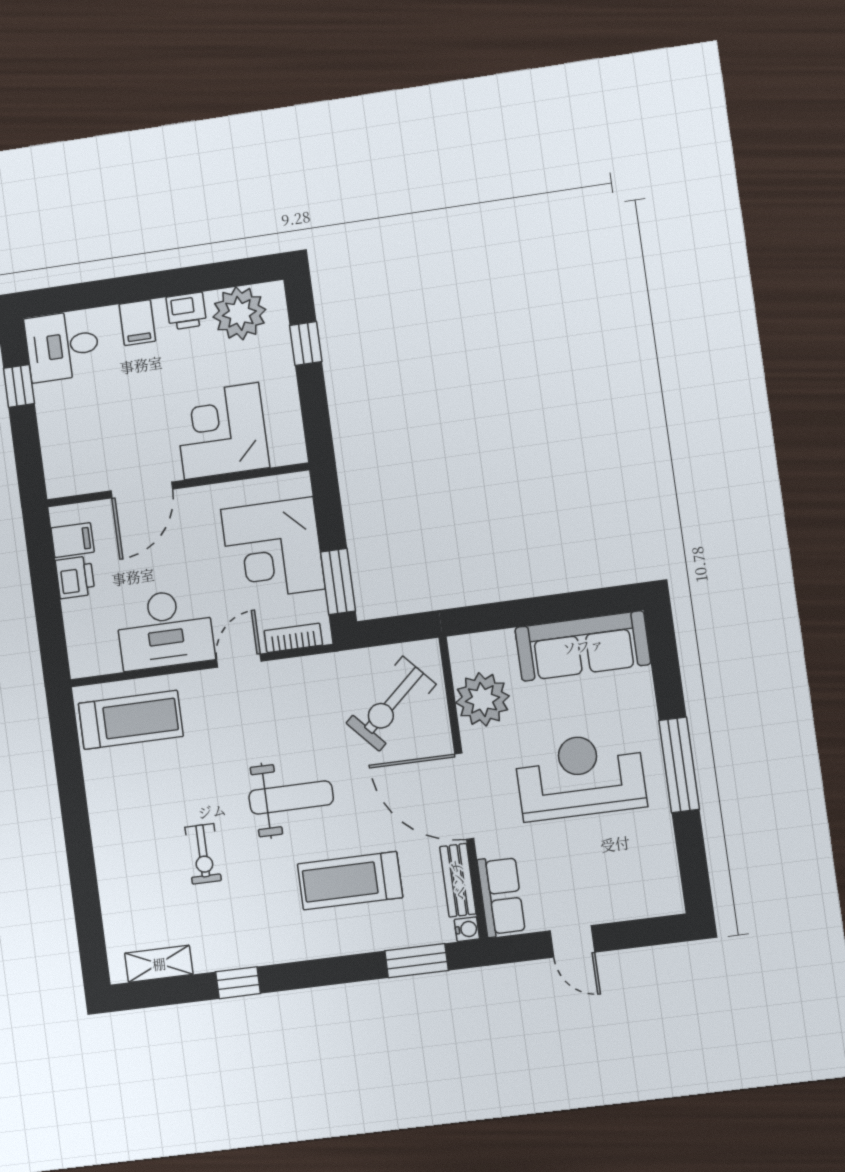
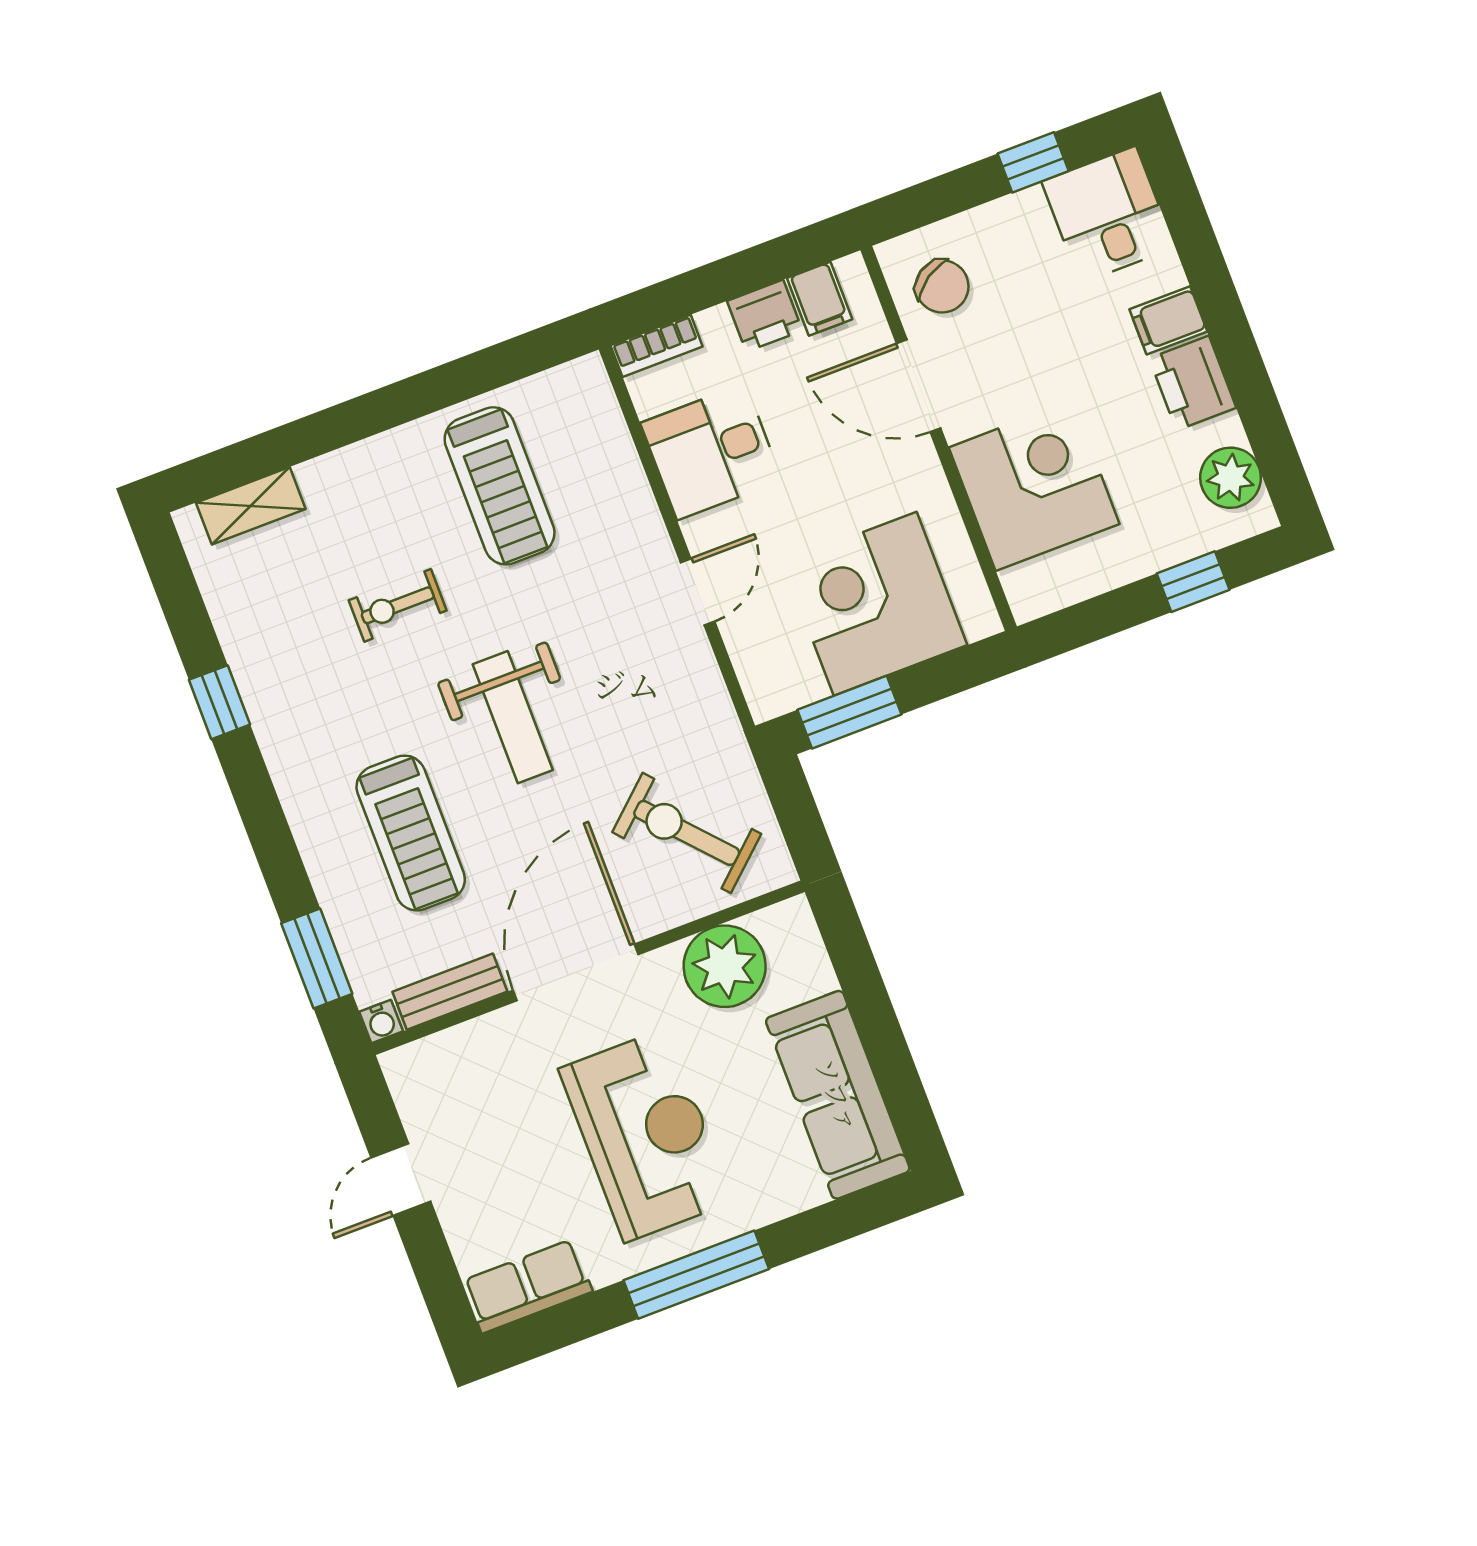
printer: (186, 311) -> (1193, 383), width x1.36, depth x1.24
plant: (239, 313) -> (1231, 478), width x0.73, depth x0.73
chair: (83, 461) -> (942, 286), added
desk: (165, 629) -> (711, 452), width x0.73
bookcase: (293, 638) -> (657, 346), moved, turned 90
door: (239, 661) -> (698, 592), hinge flipped
treadmill: (131, 720) -> (500, 486), moved
treadmill: (350, 881) -> (411, 833), turned 180
row of seats: (501, 896) -> (527, 1286), moved, turned 180
shelving: (159, 964) -> (251, 506), moved, turned 90

